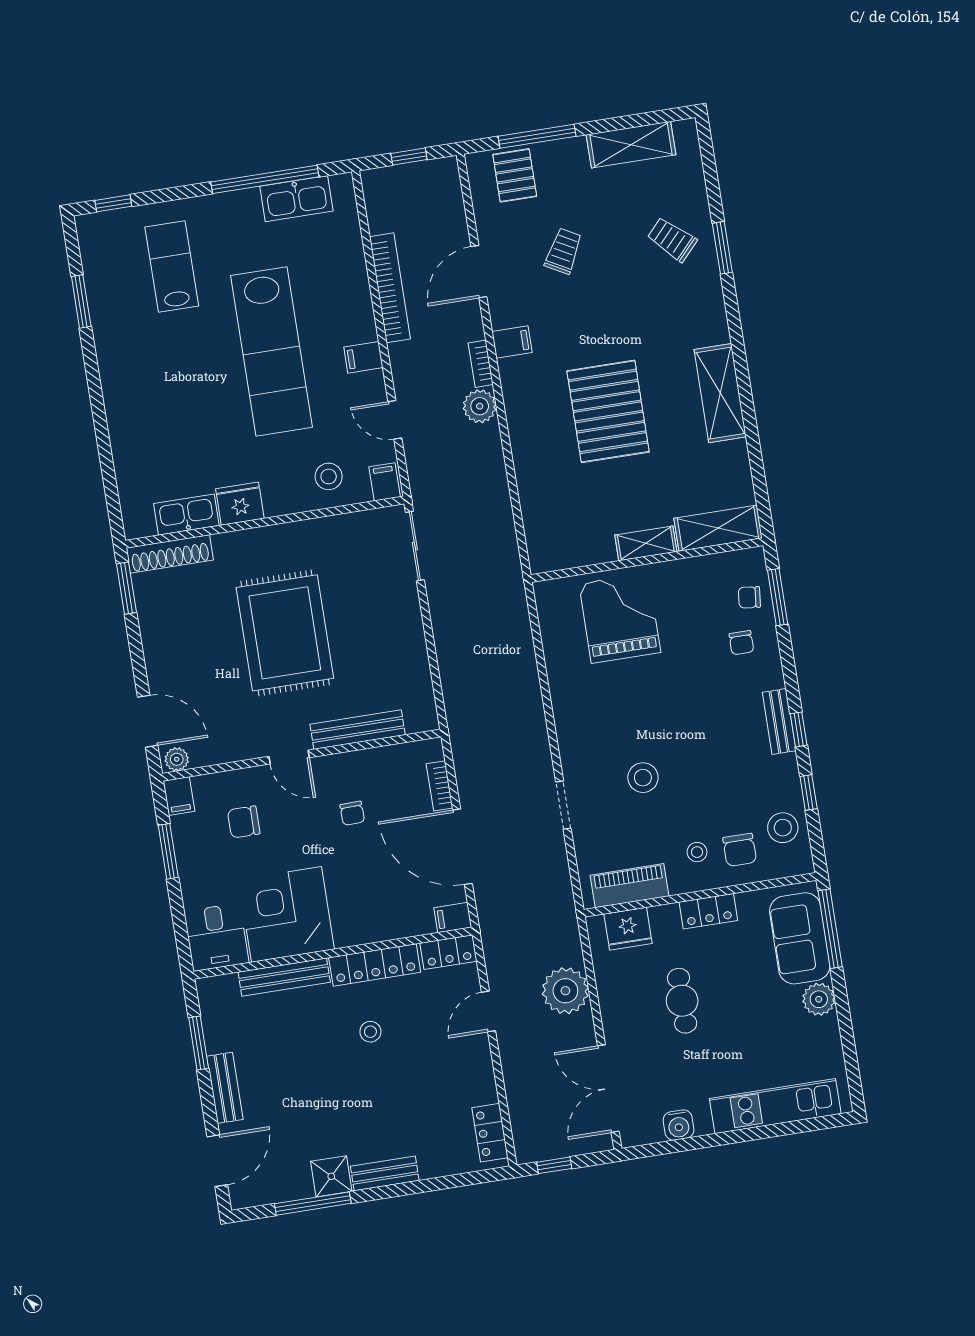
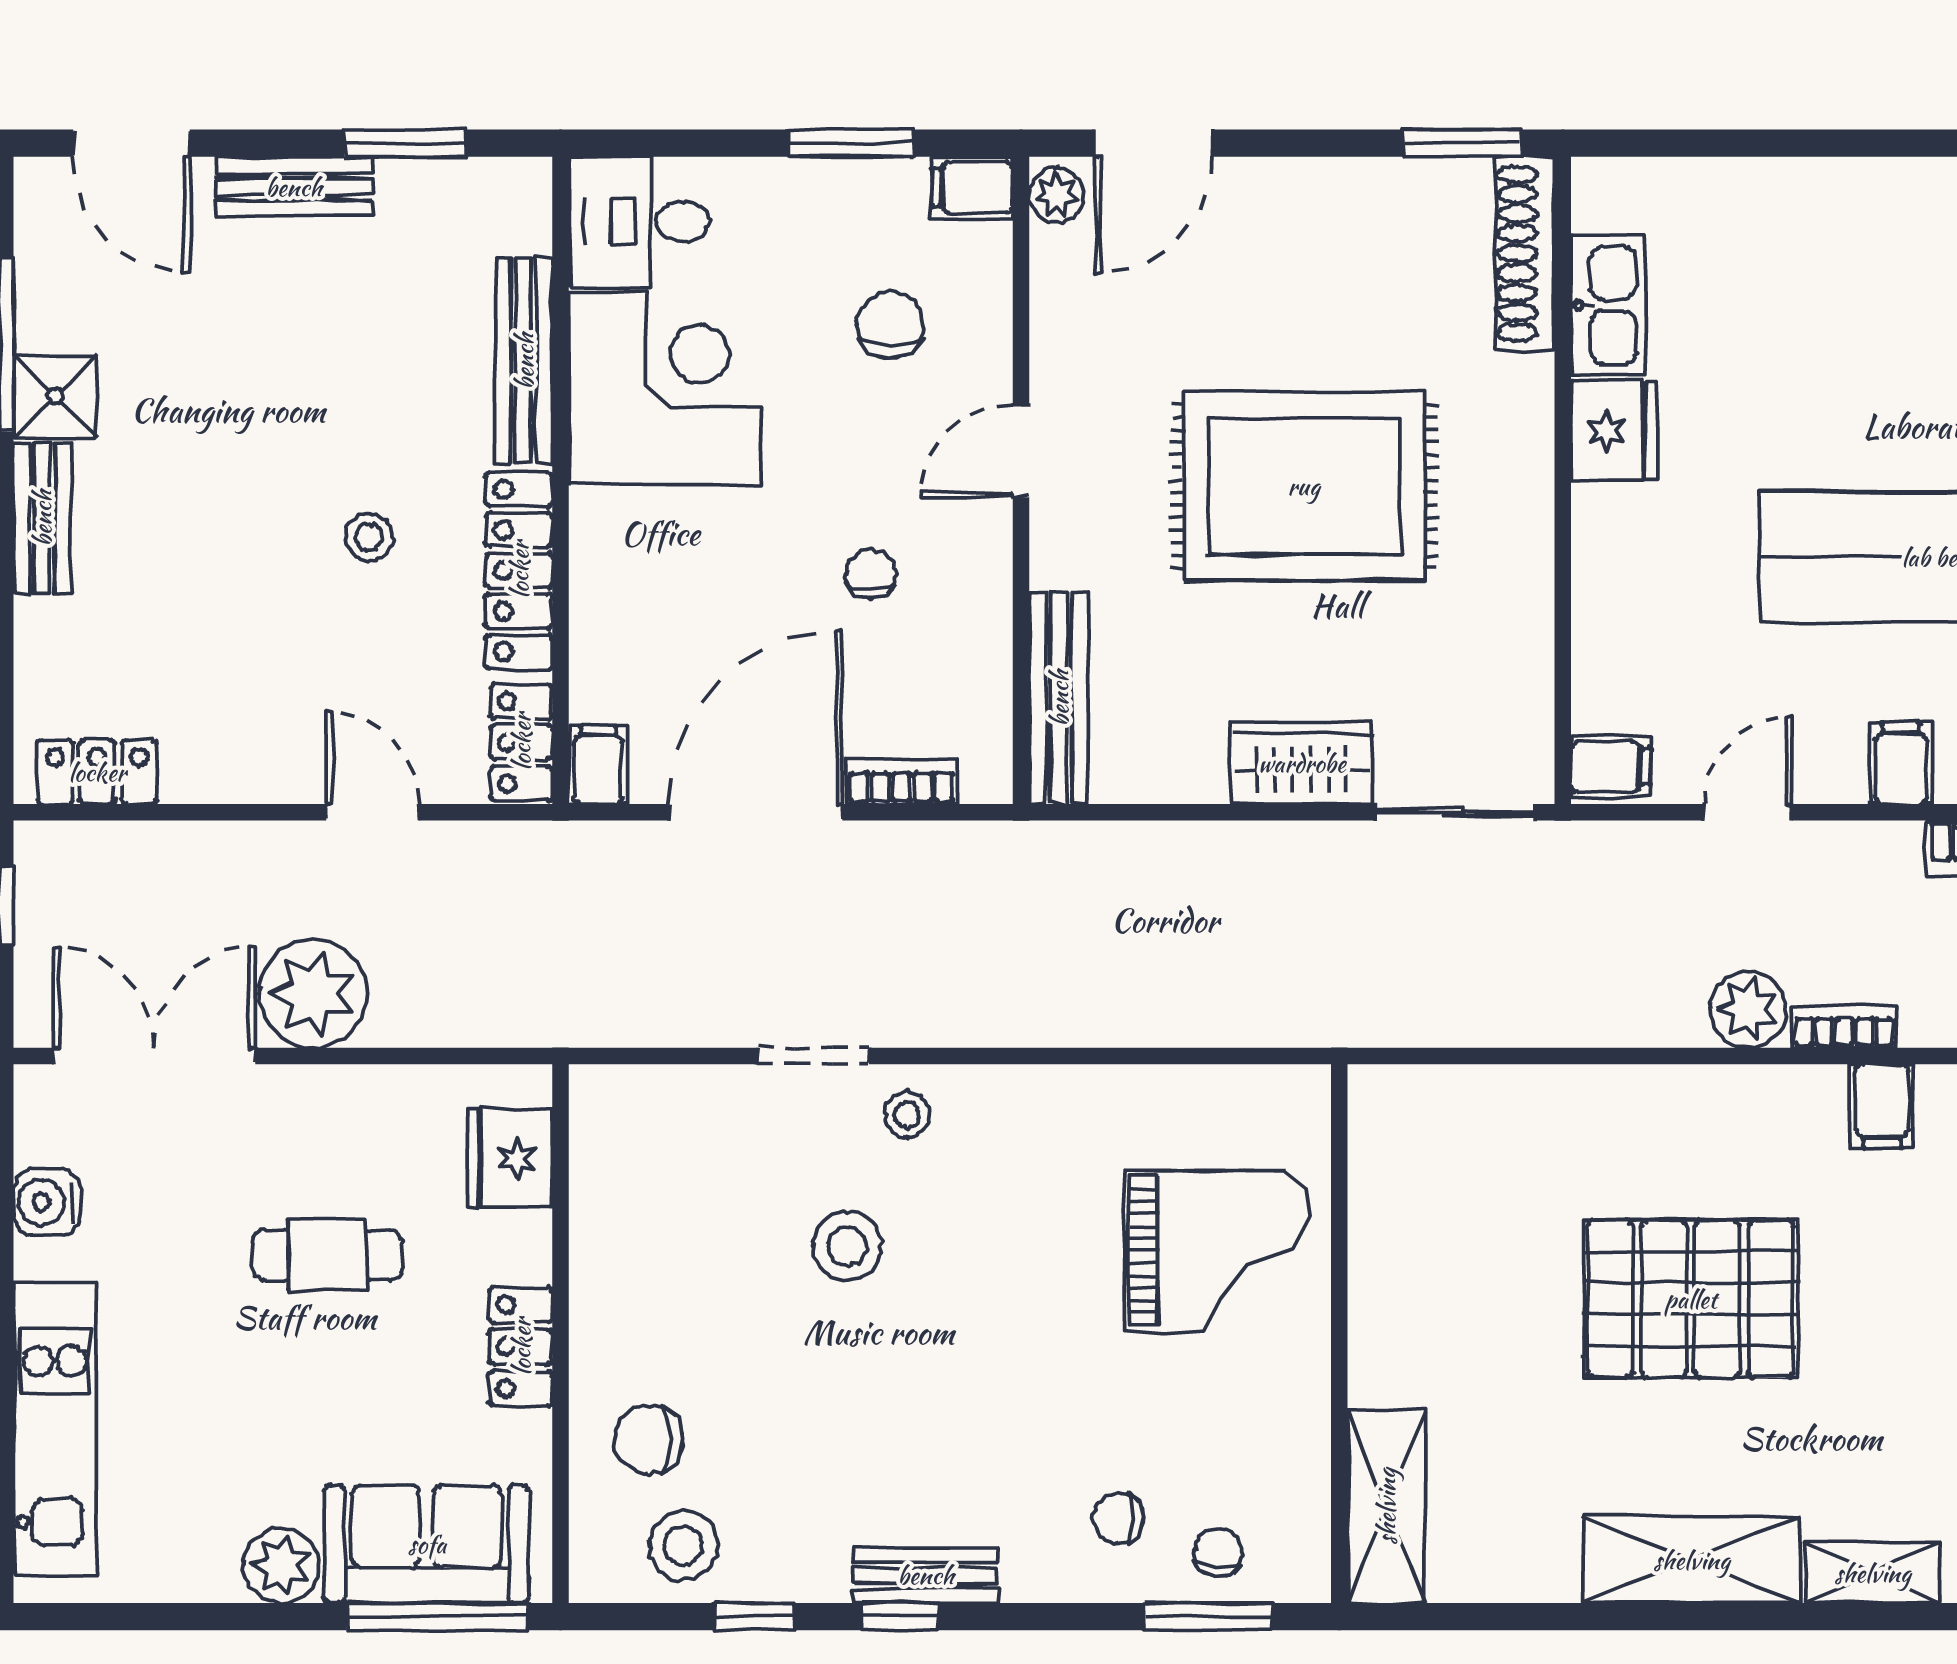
stool: (329, 476) -> (1643, 641), removed
shelving: (646, 543) -> (1873, 1573), moved, turned 90
wardrobe: (404, 615) -> (1302, 763), added
bench: (358, 730) -> (1059, 698), moved
chair: (352, 813) -> (871, 574), turned 91
stool: (697, 852) -> (907, 1115), moved
piano: (630, 886) -> (607, 1177), removed
plant: (565, 991) -> (313, 994), moved

